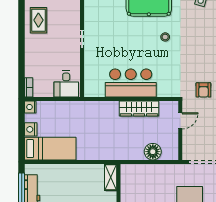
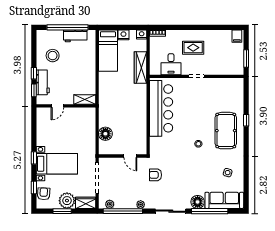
rug: (38, 20) -> (193, 48), moved
bar counter: (131, 83) -> (161, 108), width x1.36
desk: (66, 84) -> (171, 64), moved, turned -90
wardrobe: (139, 108) -> (140, 68), moved

